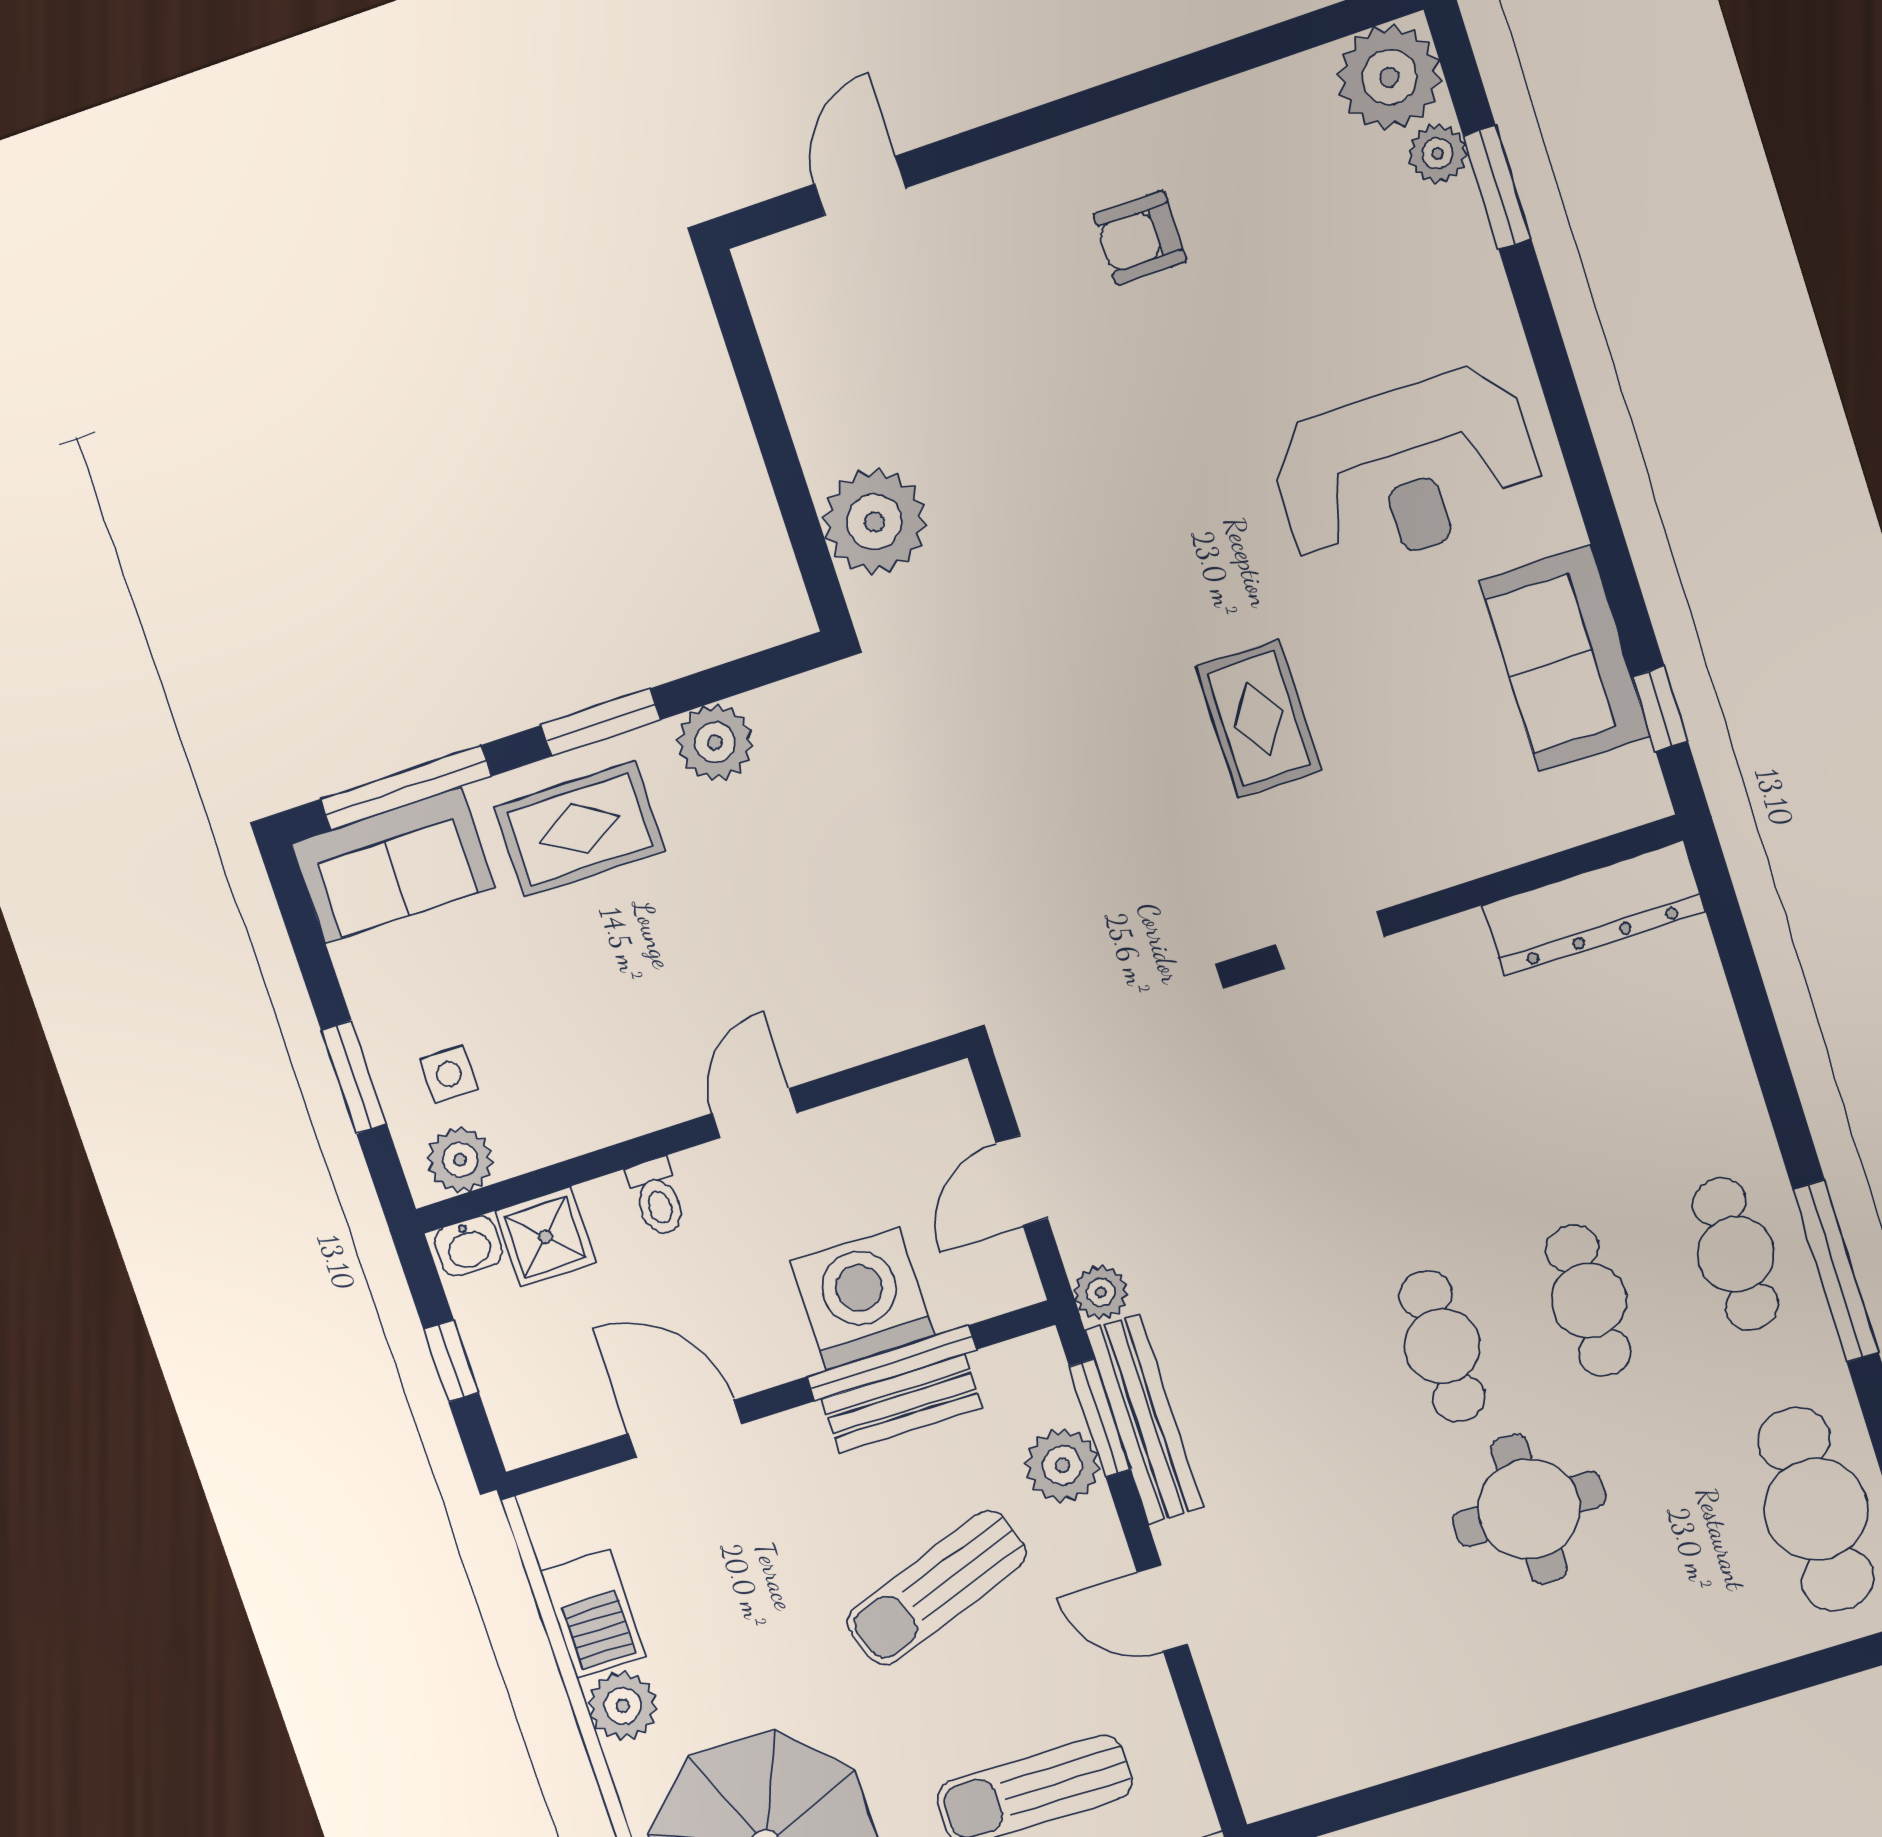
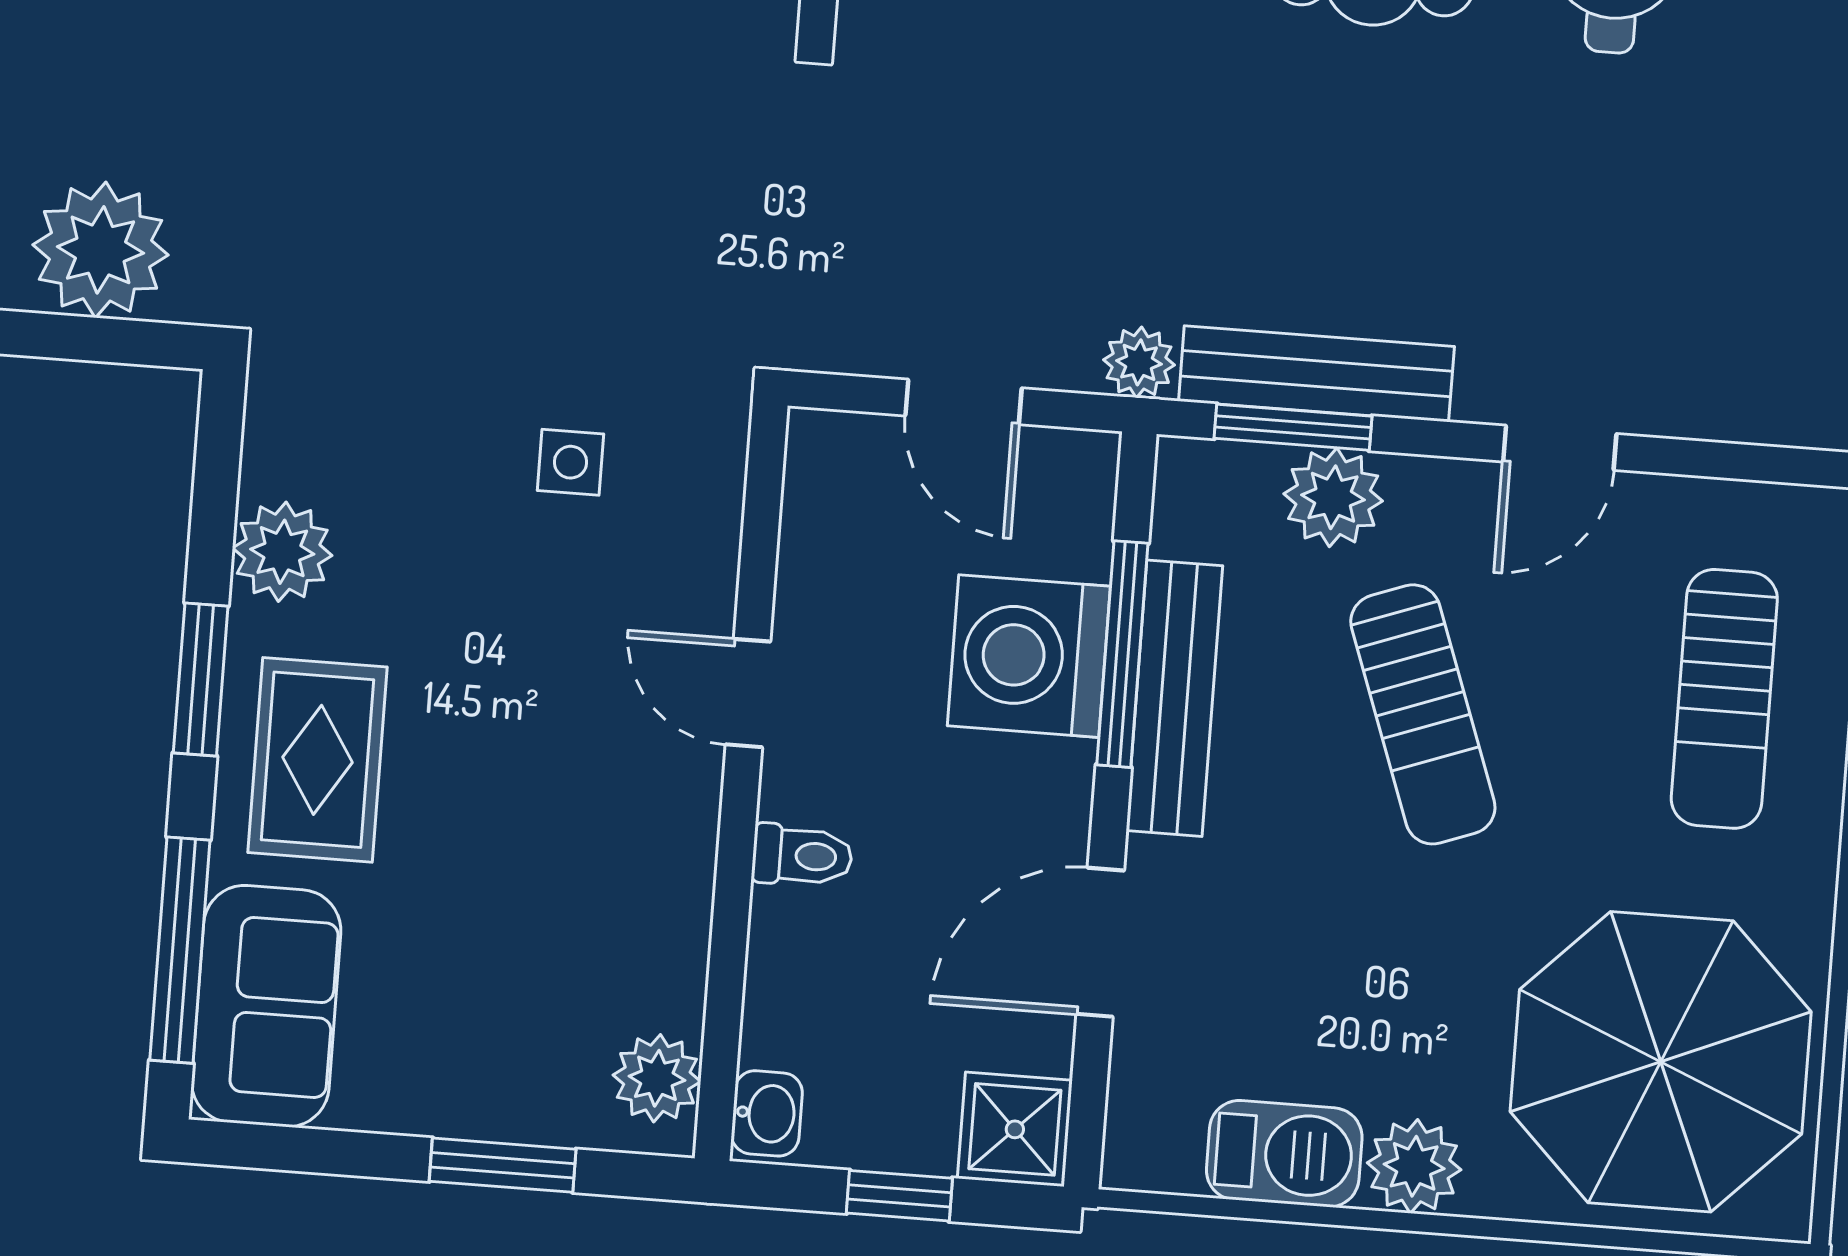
side table: (449, 1074) -> (571, 462), moved
shower: (546, 1237) -> (1015, 1129), moved
bench: (902, 1404) -> (1174, 698), width x1.36

